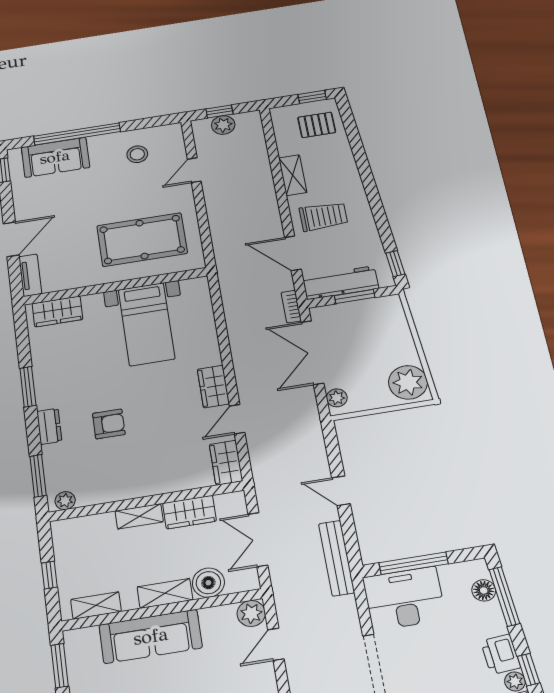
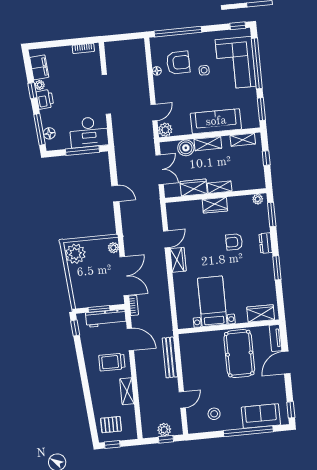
pool table: (142, 240) -> (239, 354), moved, turned 90
wardrobe: (226, 463) -> (215, 205), moved, turned 90
bench: (337, 558) -> (170, 357), moved

